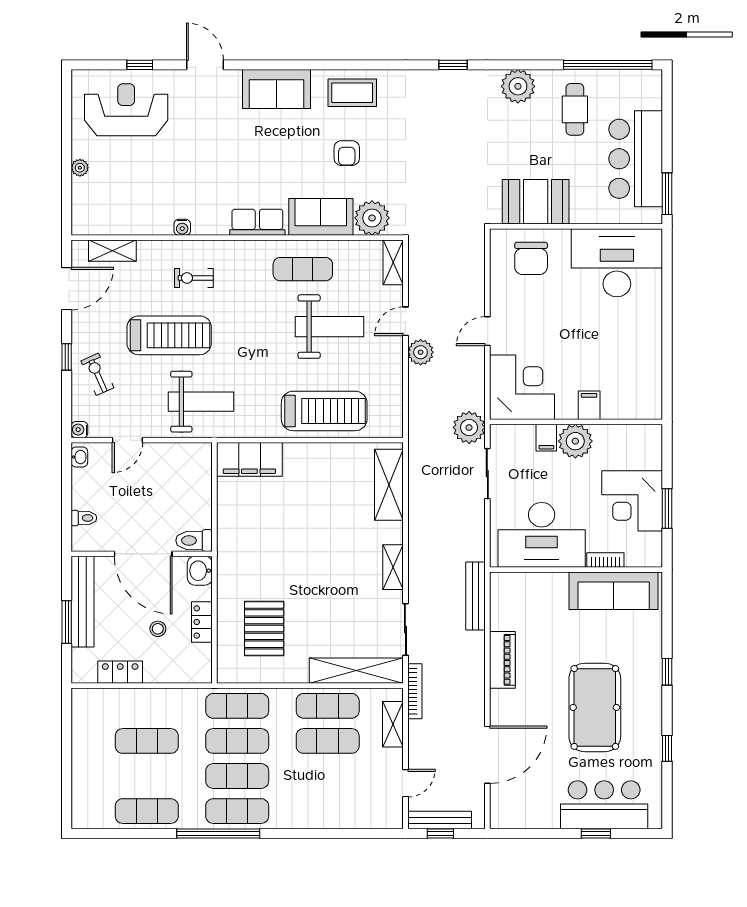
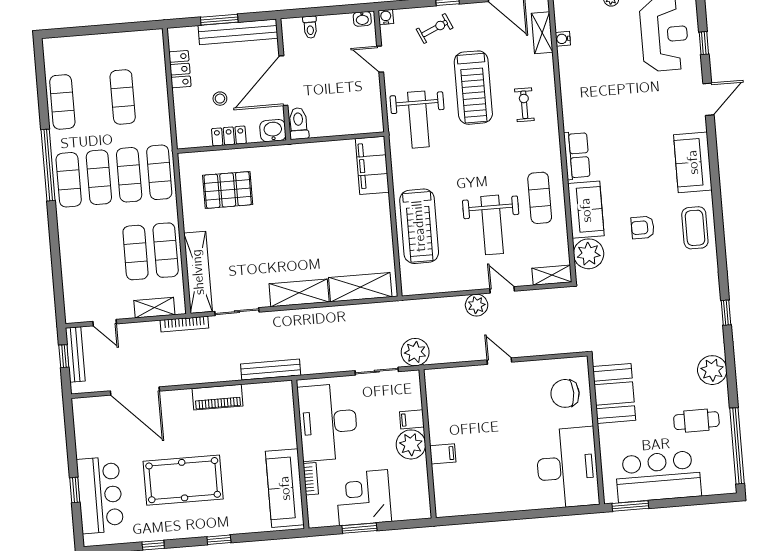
water cooler: (182, 227) -> (563, 39), moved
corner desk: (522, 387) -> (454, 395), removed
shelving: (393, 567) -> (299, 293), width x1.50, depth x1.33

